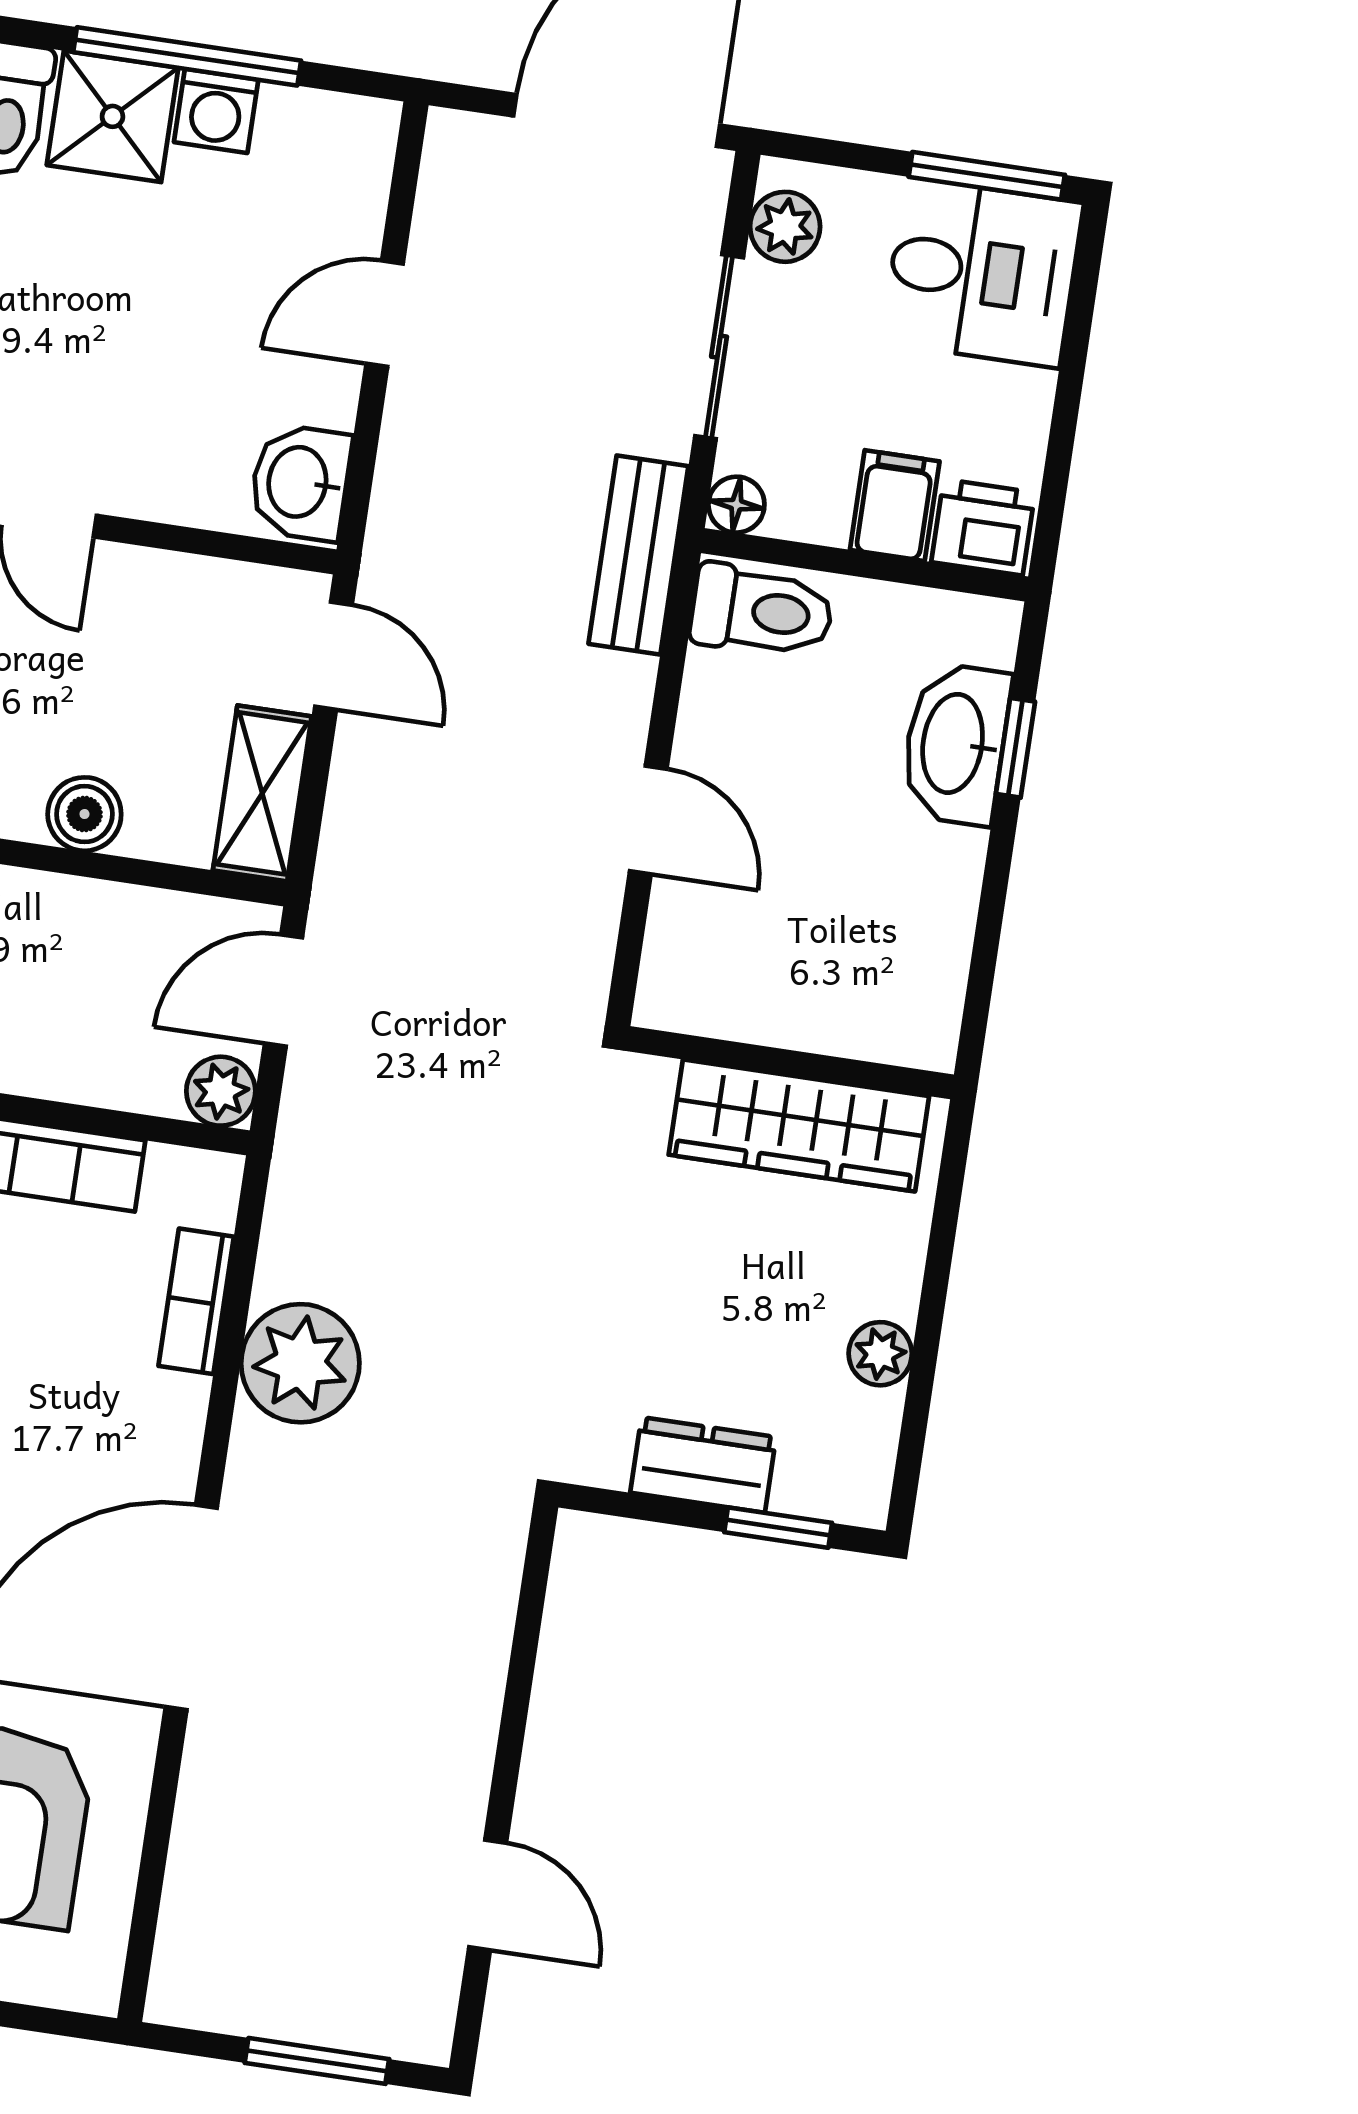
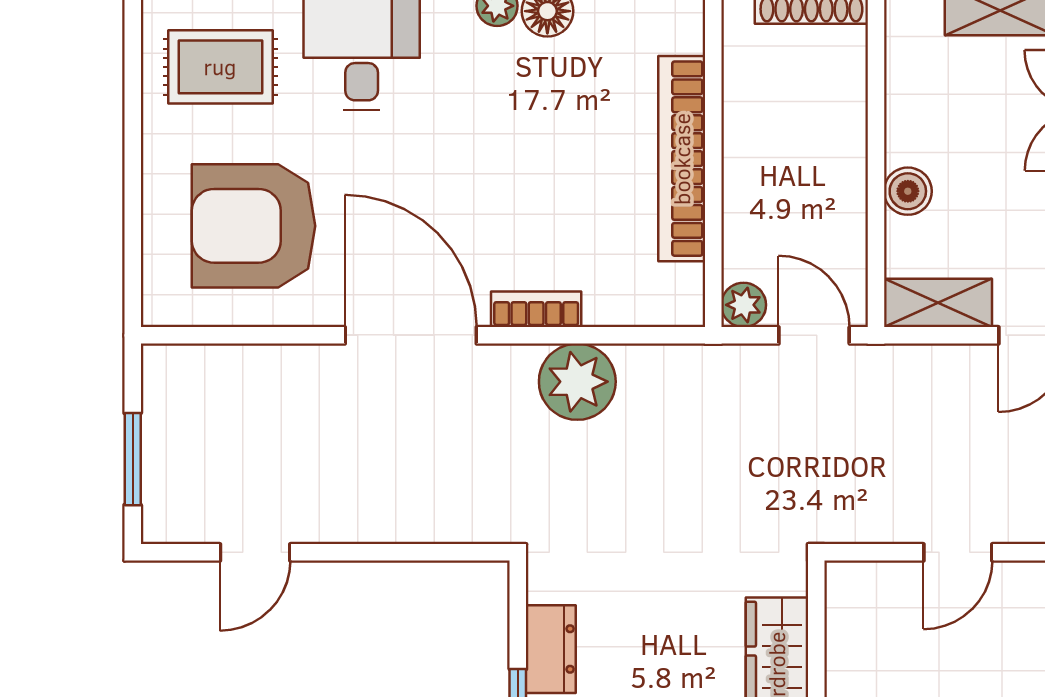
bookcase: (196, 1301) -> (536, 309), moved

